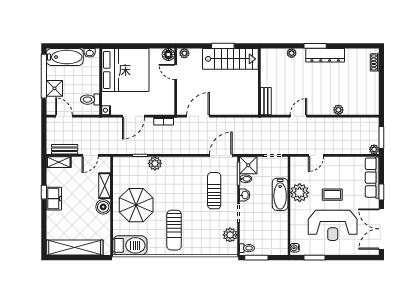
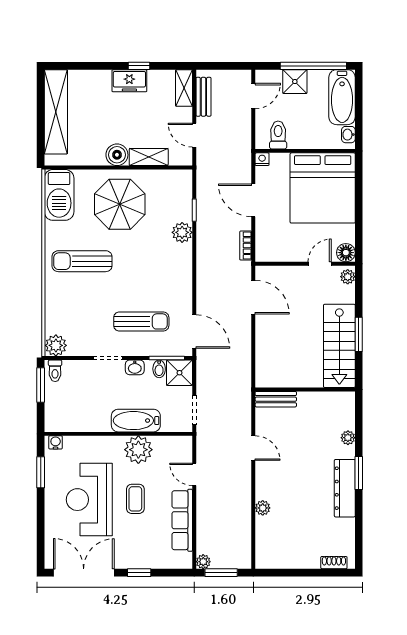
row of seats: (372, 178) -> (182, 520), moved, turned -90
plant: (230, 235) -> (56, 345), moved

